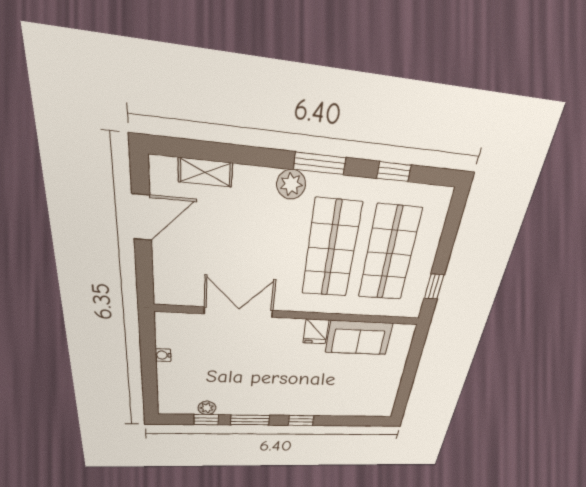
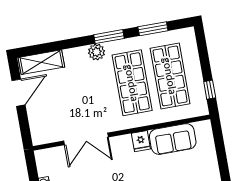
shelving: (205, 172) -> (41, 62), width x1.50, depth x1.33
window: (394, 172) -> (153, 29), width x1.50
double door: (239, 312) -> (86, 139), swing flipped

